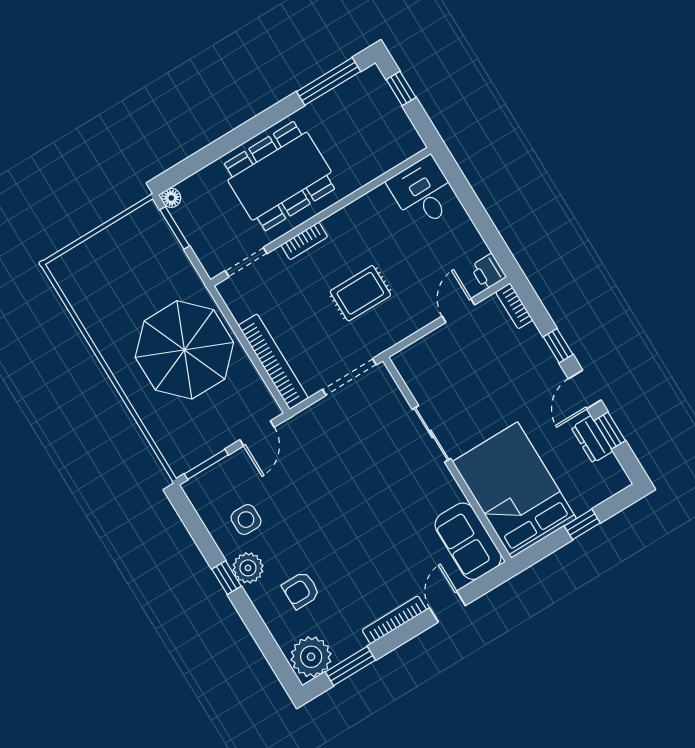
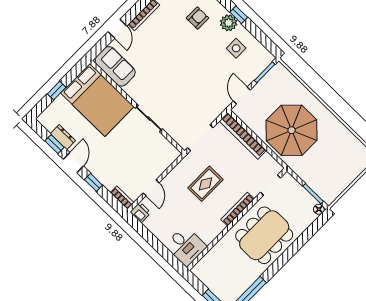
bookcase: (304, 241) -> (238, 209), width x1.56

